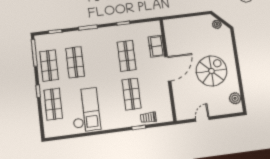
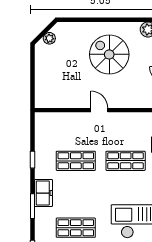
freezer: (156, 46) -> (43, 193), moved, turned -90
door: (168, 69) -> (99, 110), width x0.53

